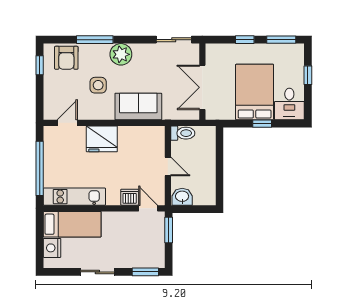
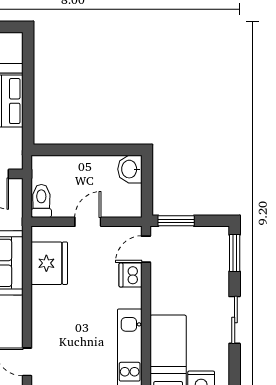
window: (262, 124) -> (28, 90), removed
fridge: (102, 139) -> (49, 263), moved
washbasin: (182, 197) -> (130, 169), moved

